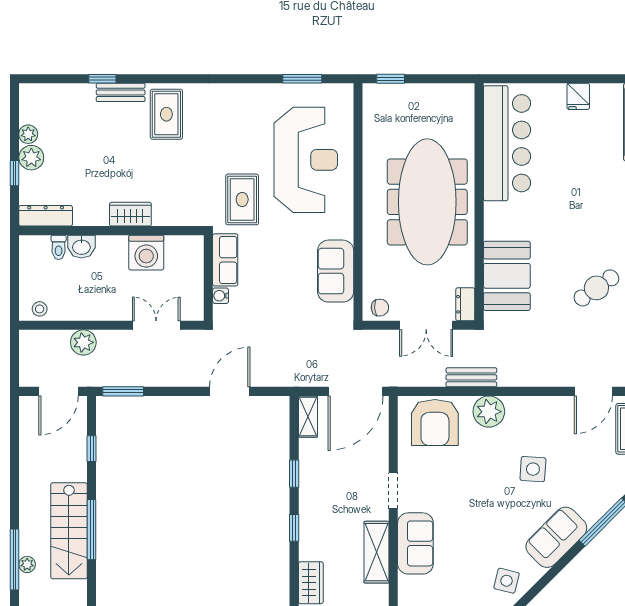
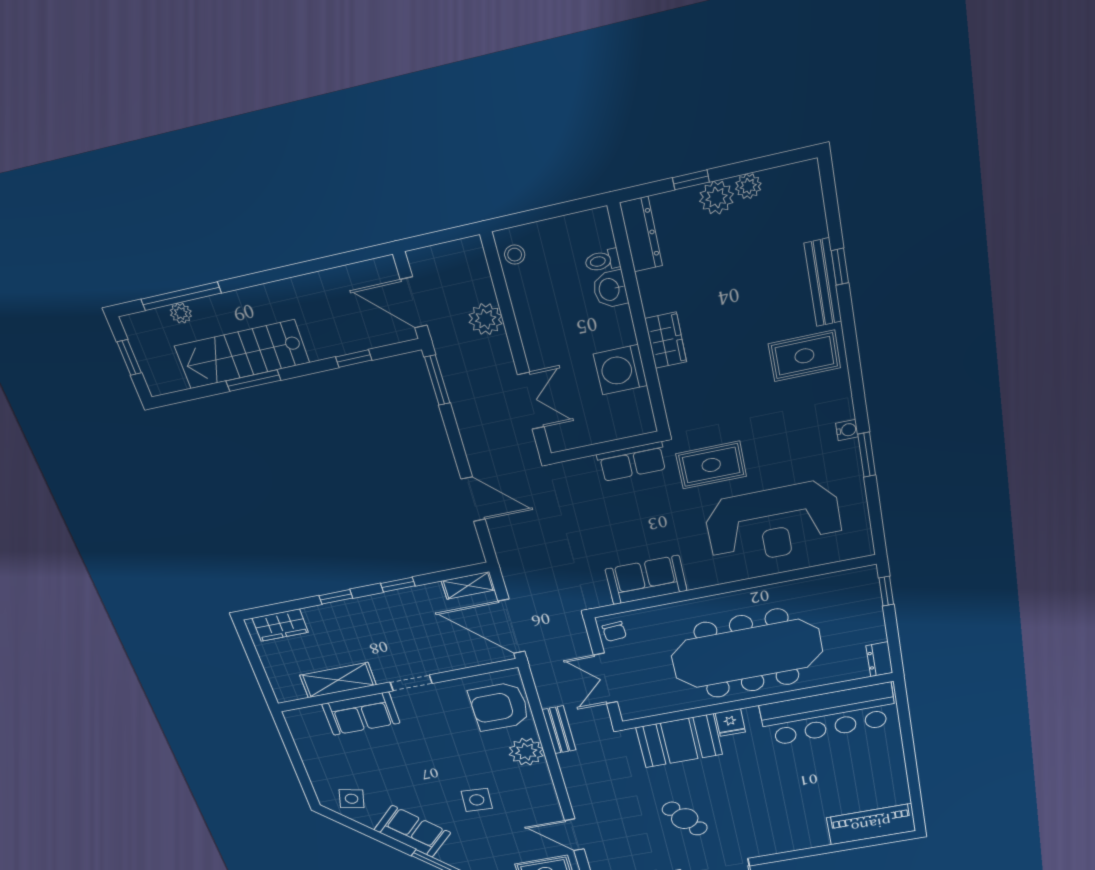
window: (302, 79) -> (867, 455), moved
bench: (121, 92) -> (823, 283), width x1.36
fridge: (578, 96) -> (730, 723), moved, turned -90
water cooler: (220, 296) -> (847, 430), moved, turned 90
dresser: (465, 304) -> (879, 659), moved, turned -90
window: (92, 530) -> (253, 381), width x0.69

